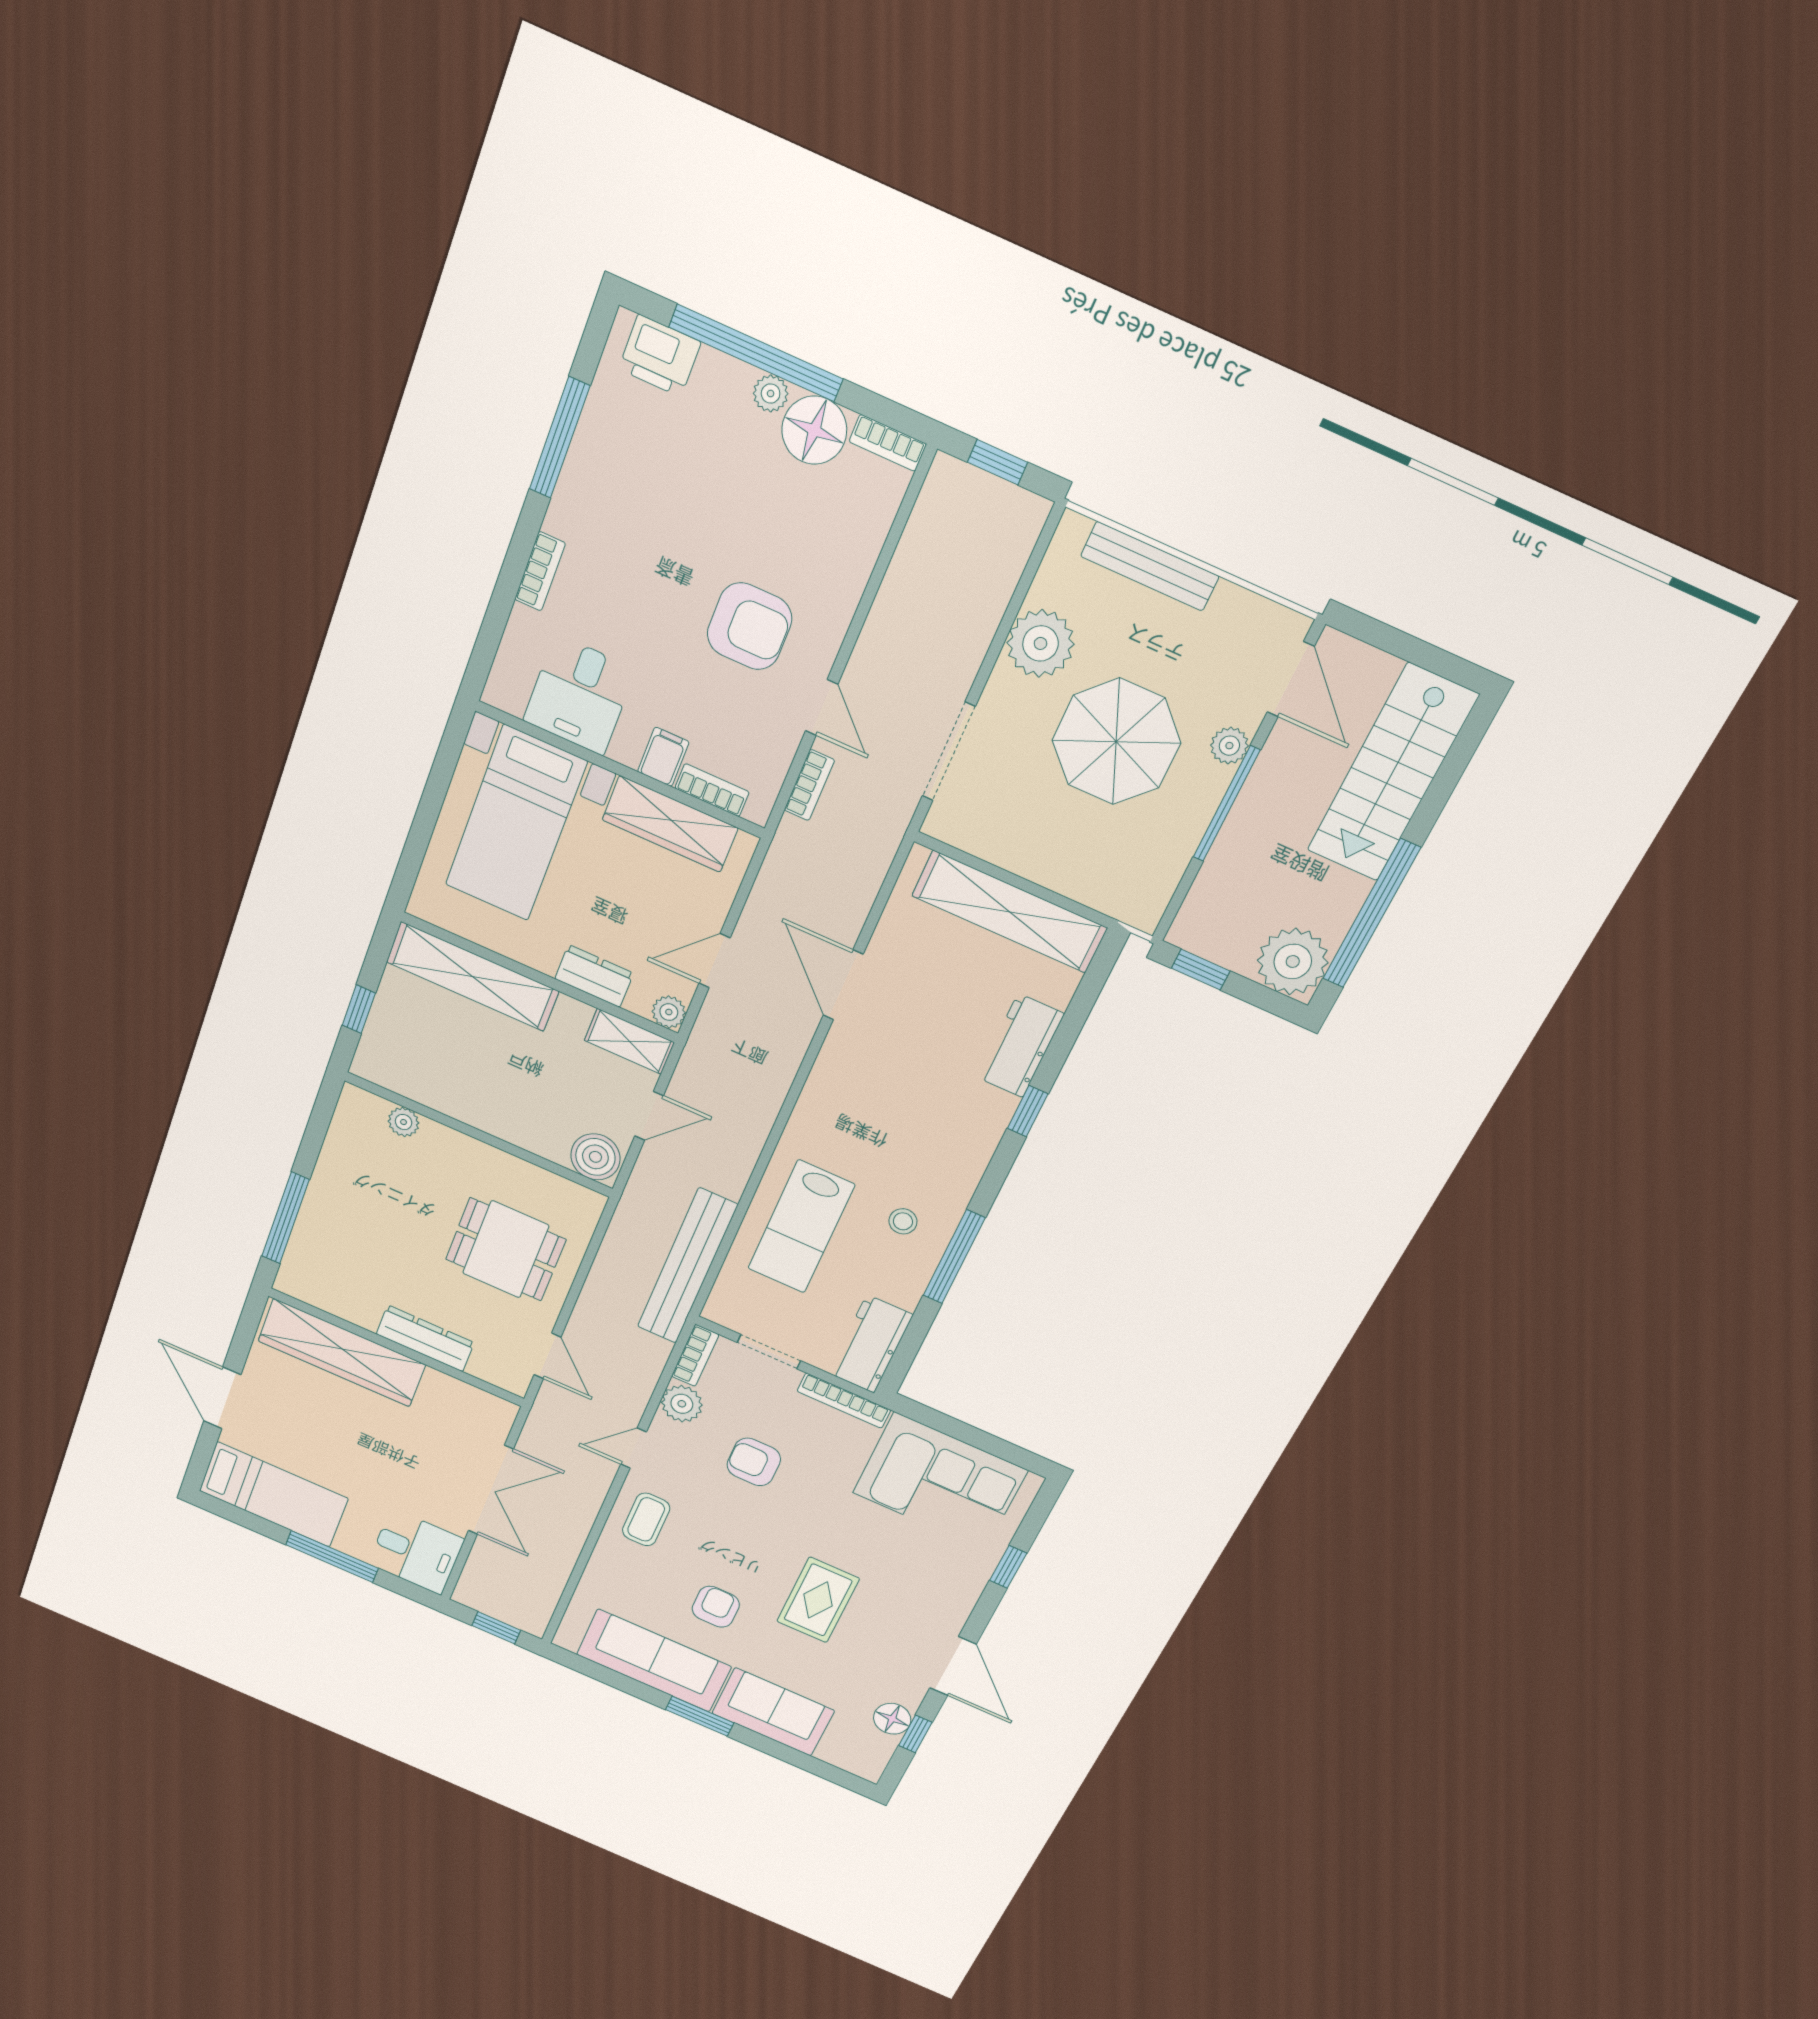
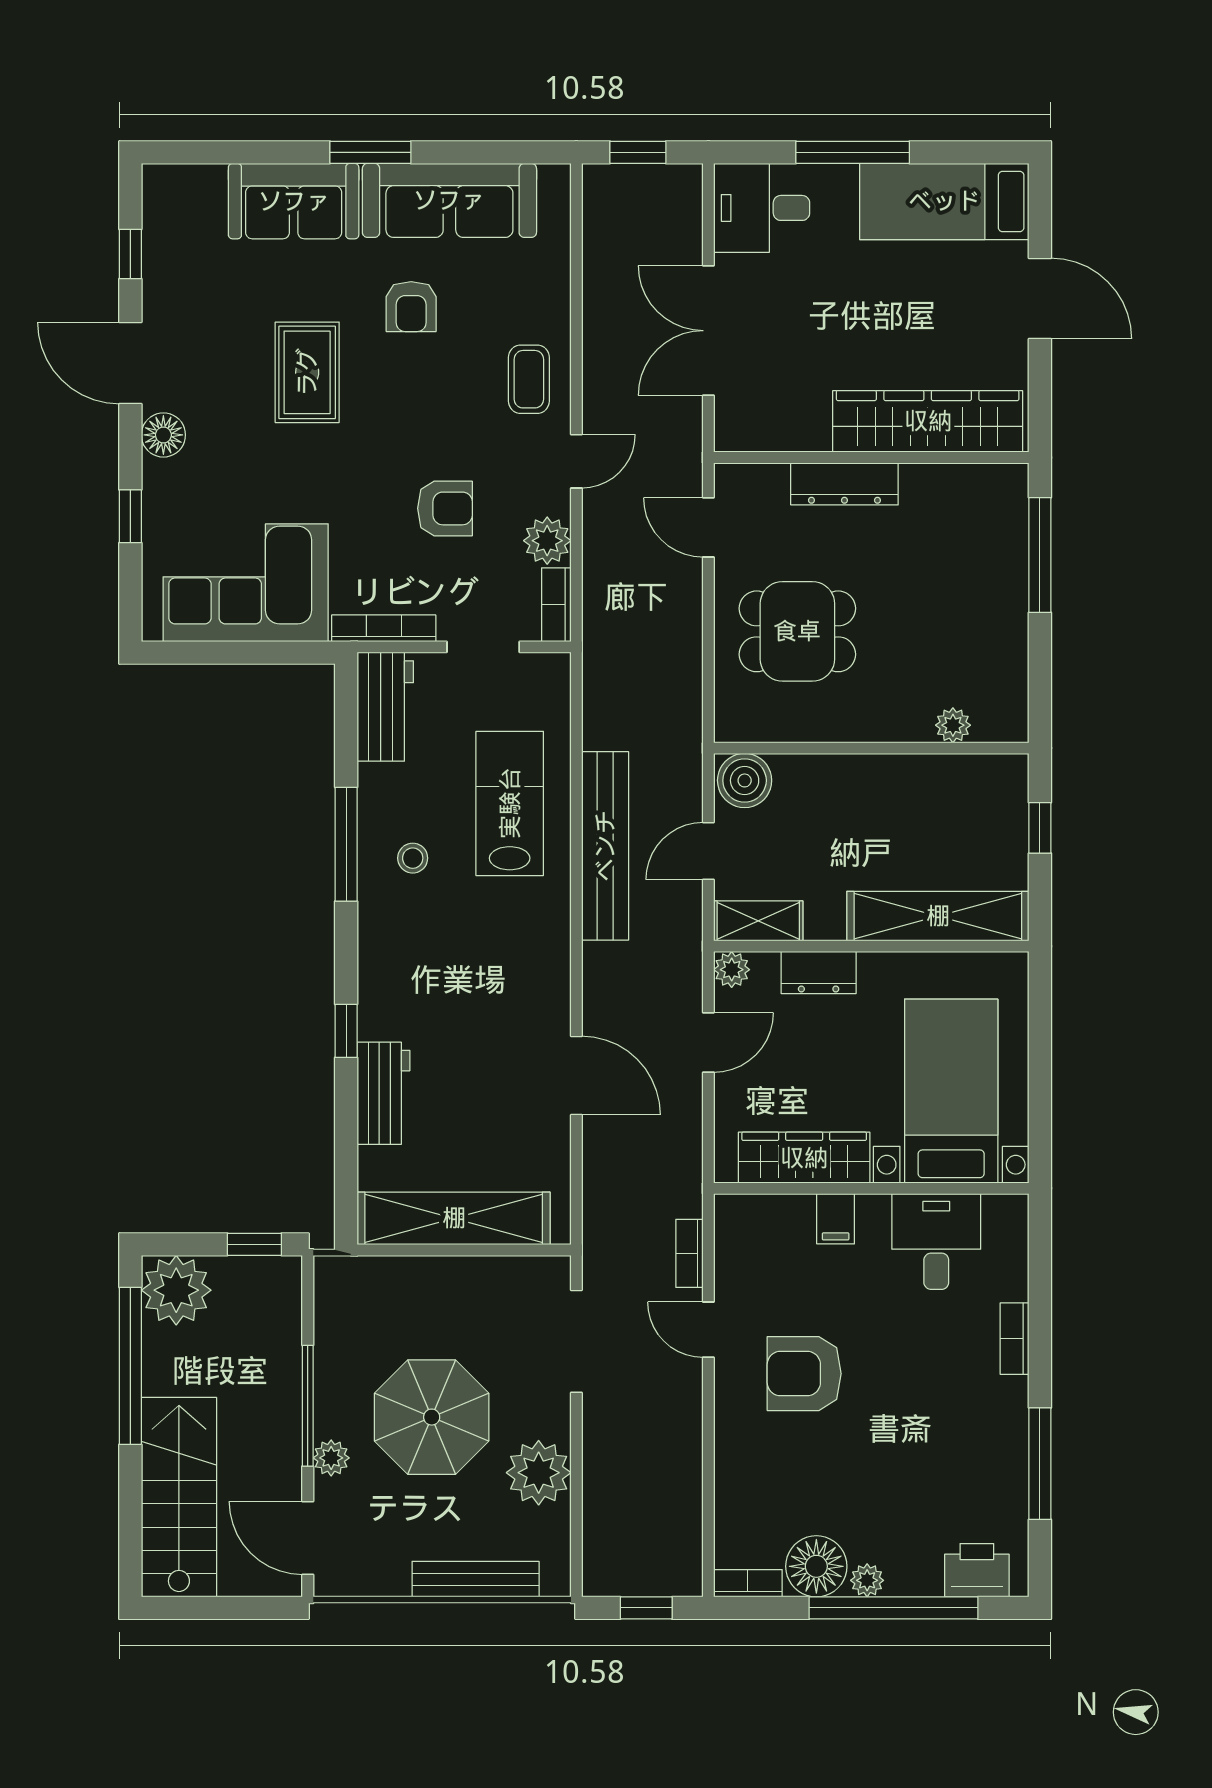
bookcase: (712, 790) -> (778, 1208), removed
bench: (687, 1266) -> (605, 846), moved
floor lamp: (892, 1719) -> (163, 435), moved

